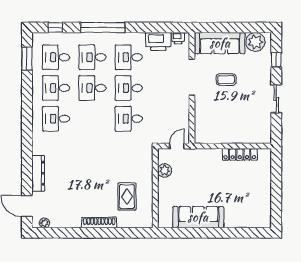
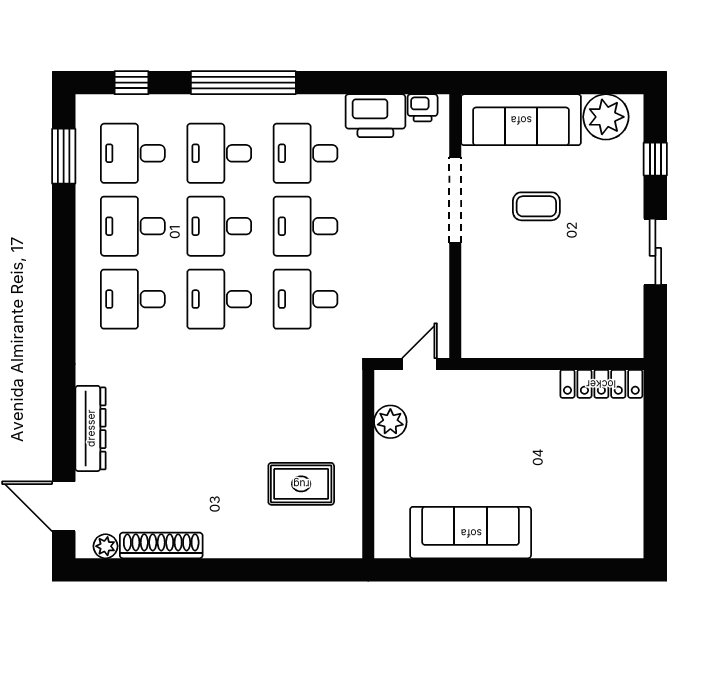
desk: (92, 119) -> (219, 299), added
locker: (240, 154) -> (601, 384), moved
rug: (127, 197) -> (301, 484), turned 90
shoe rack: (99, 223) -> (161, 545), moved

